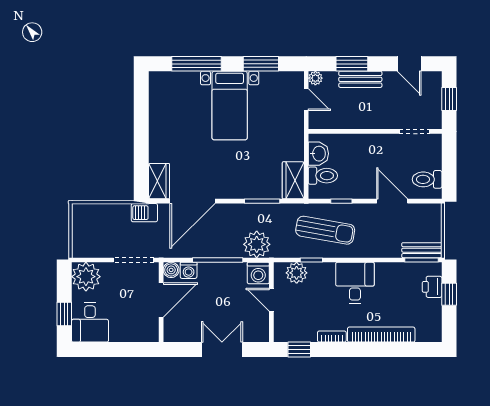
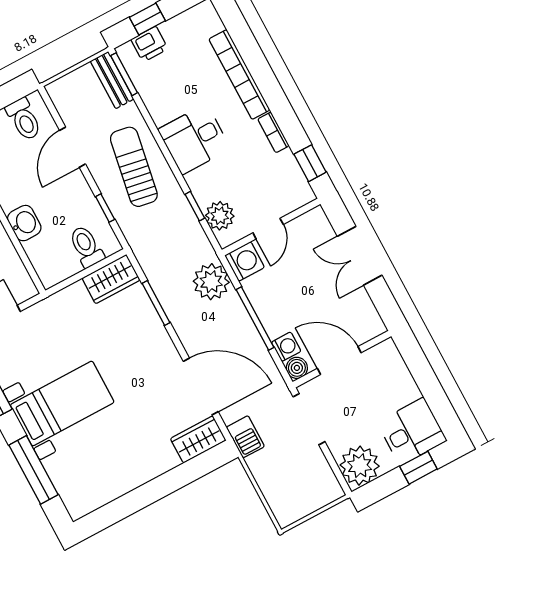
washbasin: (318, 154) -> (24, 223), moved, turned 90
sun lounger: (325, 230) -> (134, 167), moved

